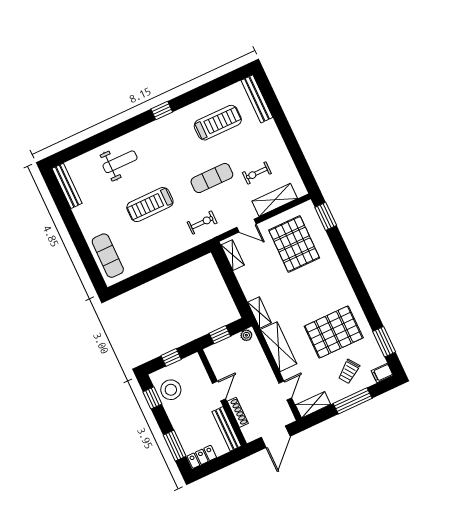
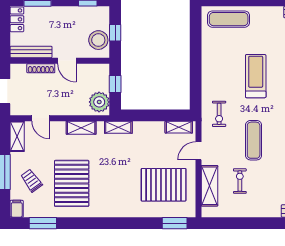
plant: (246, 335) -> (99, 102), width x1.87, depth x1.87
shelving: (279, 347) -> (81, 128), width x0.67, depth x0.75
stool: (171, 390) -> (98, 40), moved

